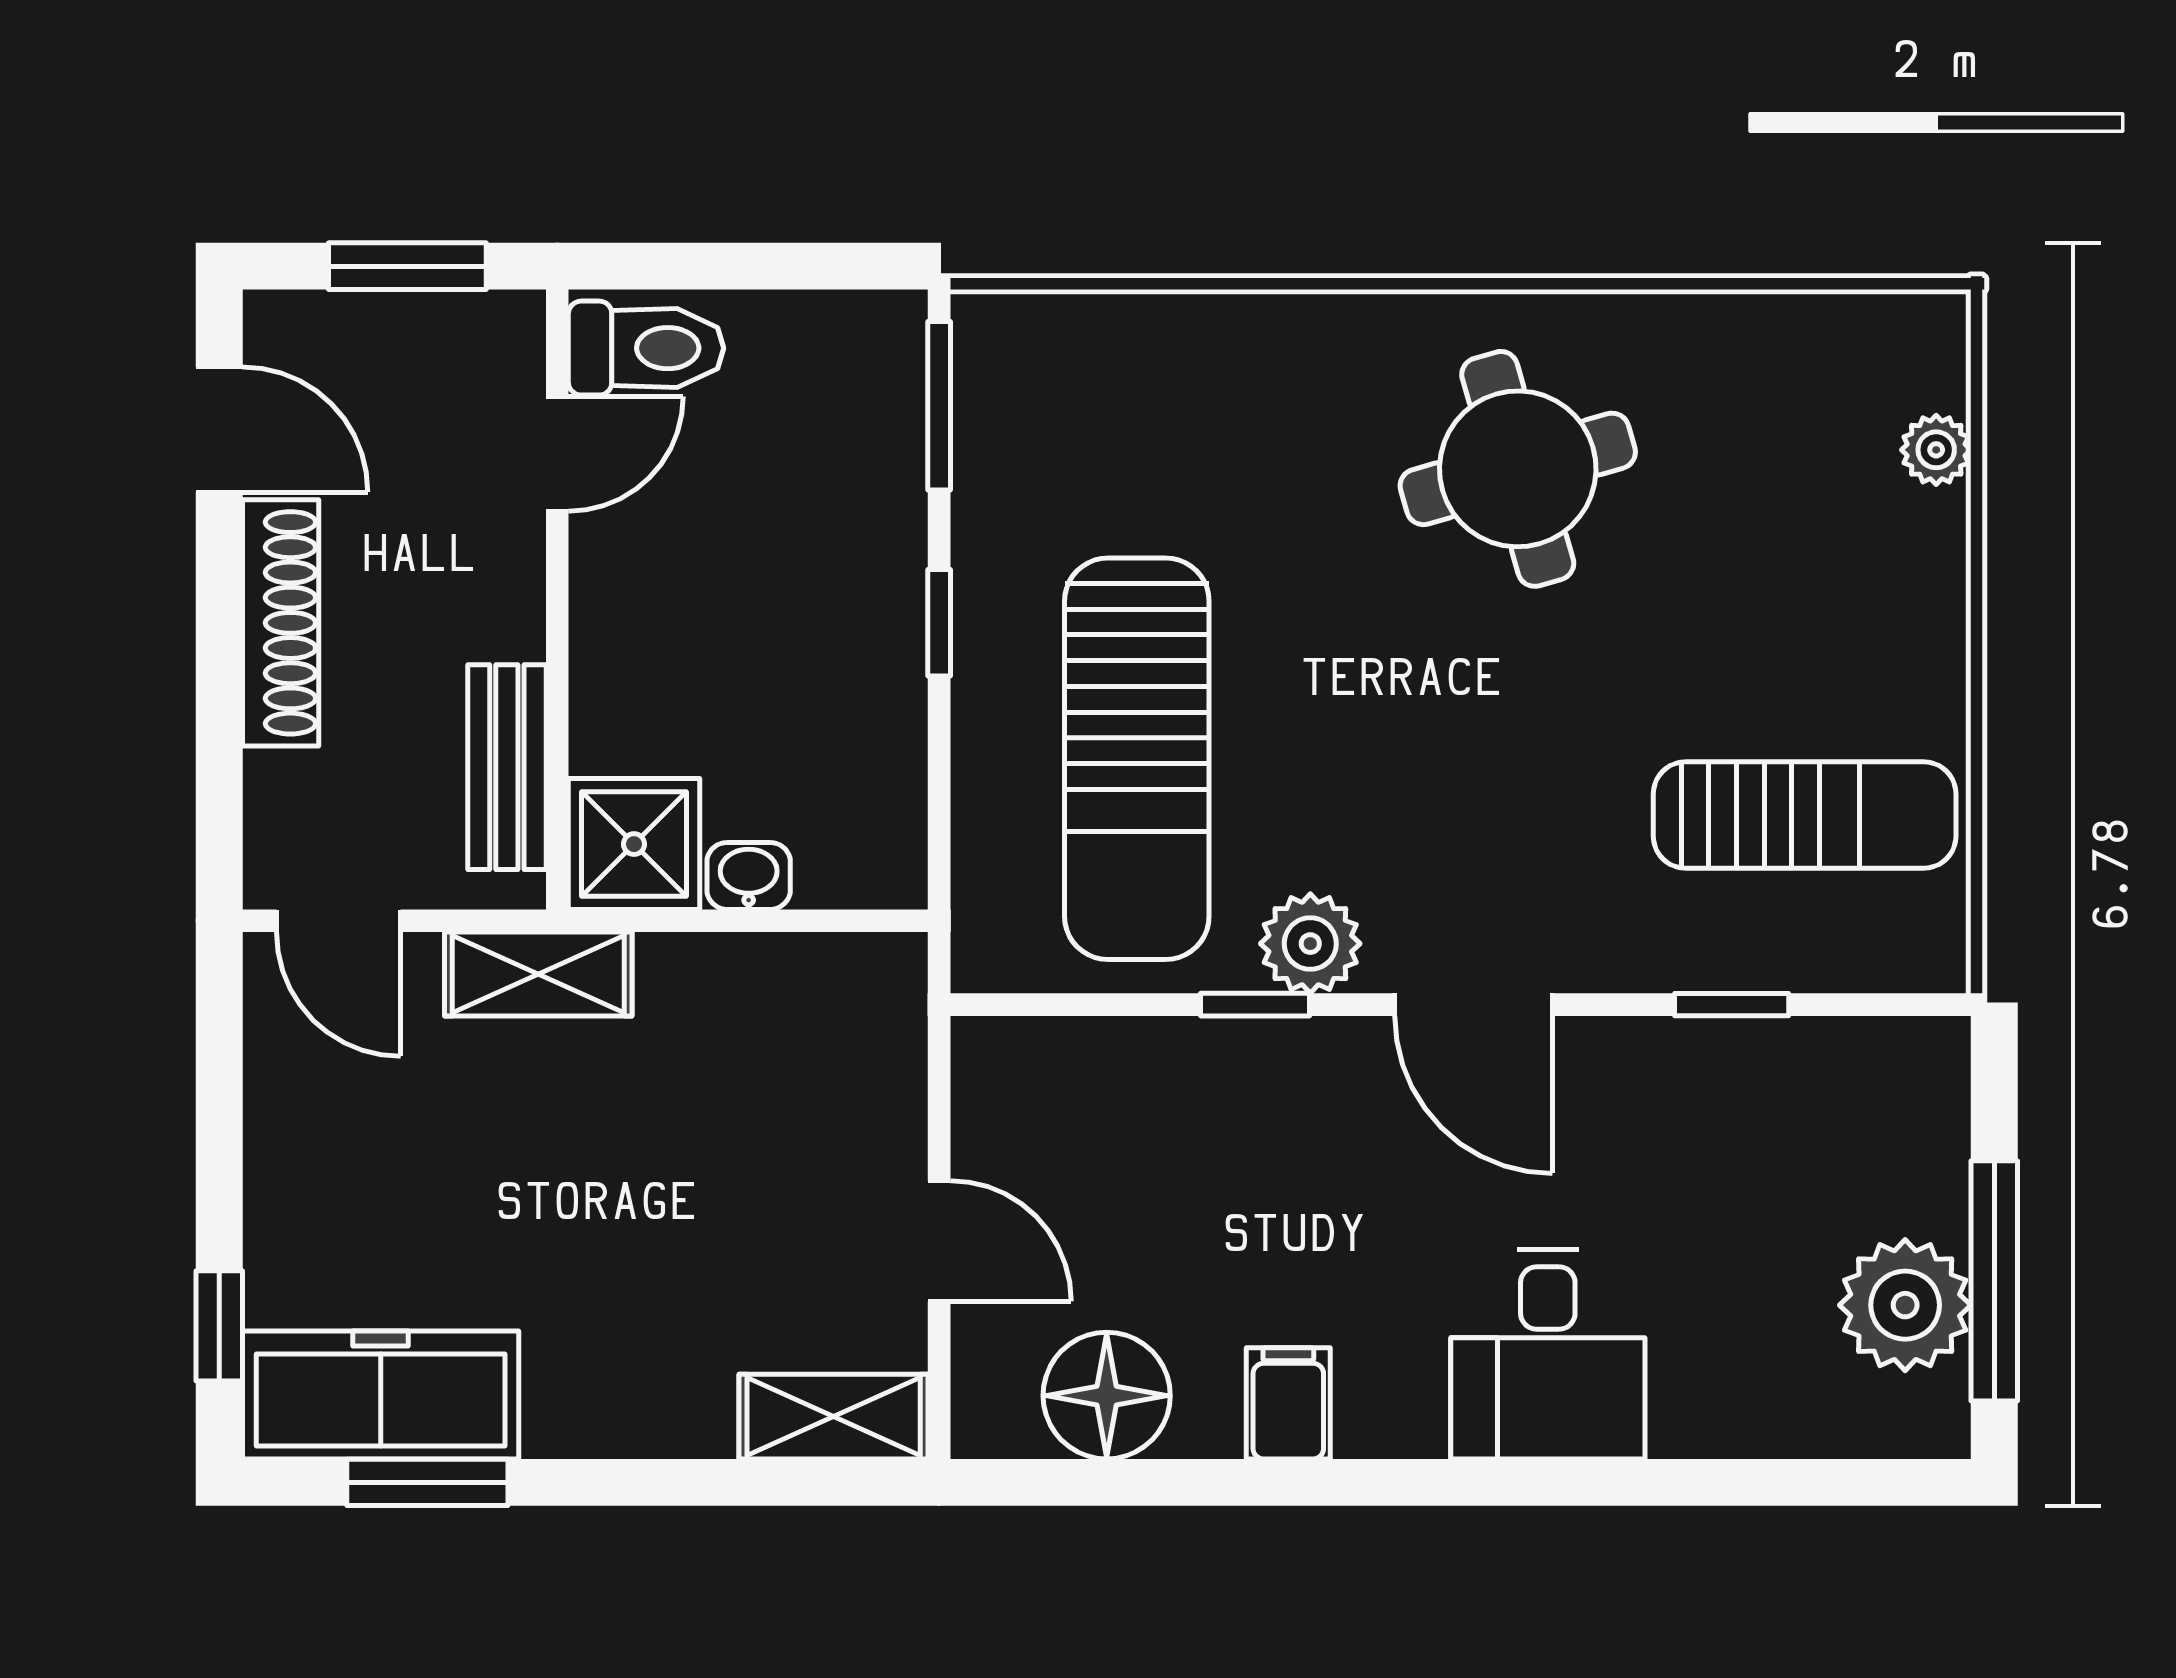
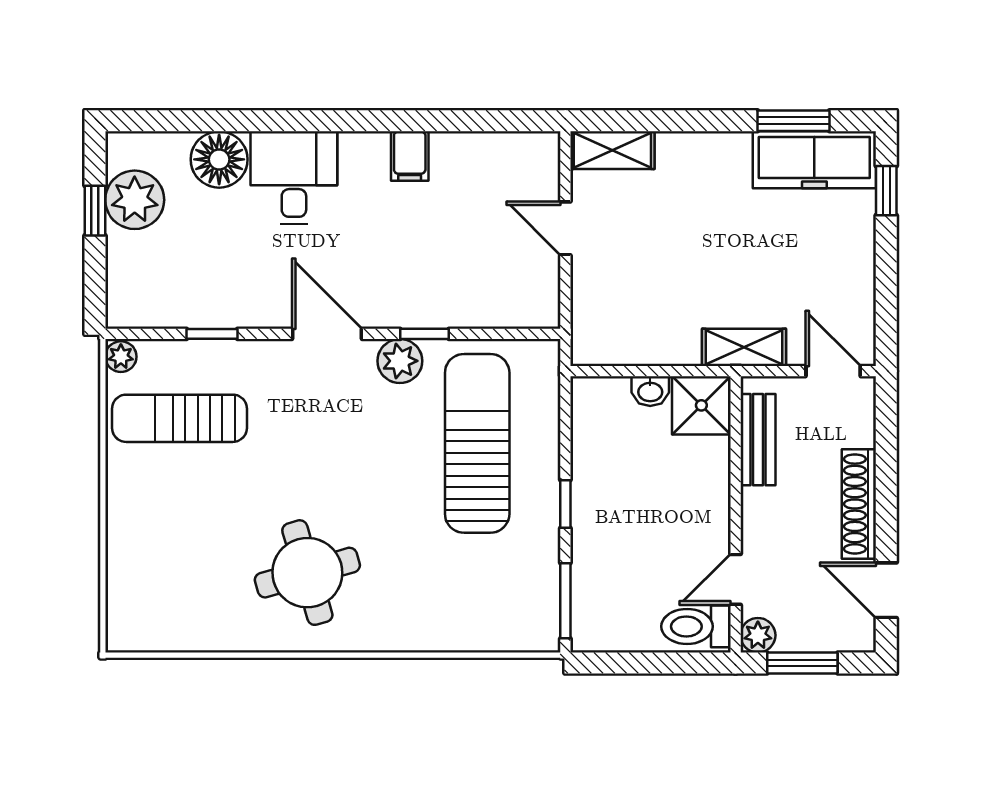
plant: (507, 328) -> (758, 635), added
plant: (1936, 450) -> (121, 357), moved
window: (1994, 1281) -> (95, 211), width x0.46
floor lamp: (1107, 1396) -> (219, 159), moved

